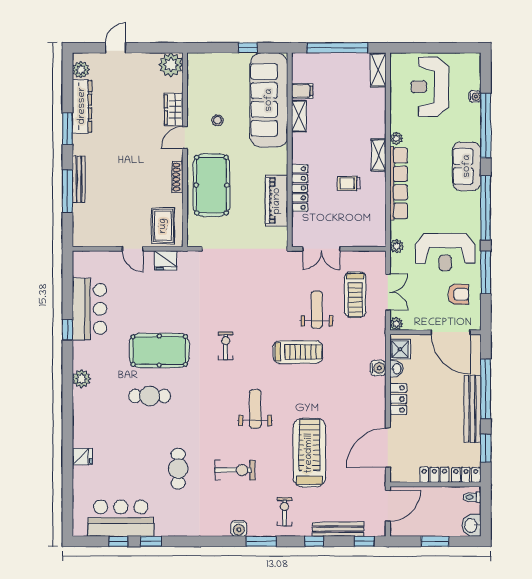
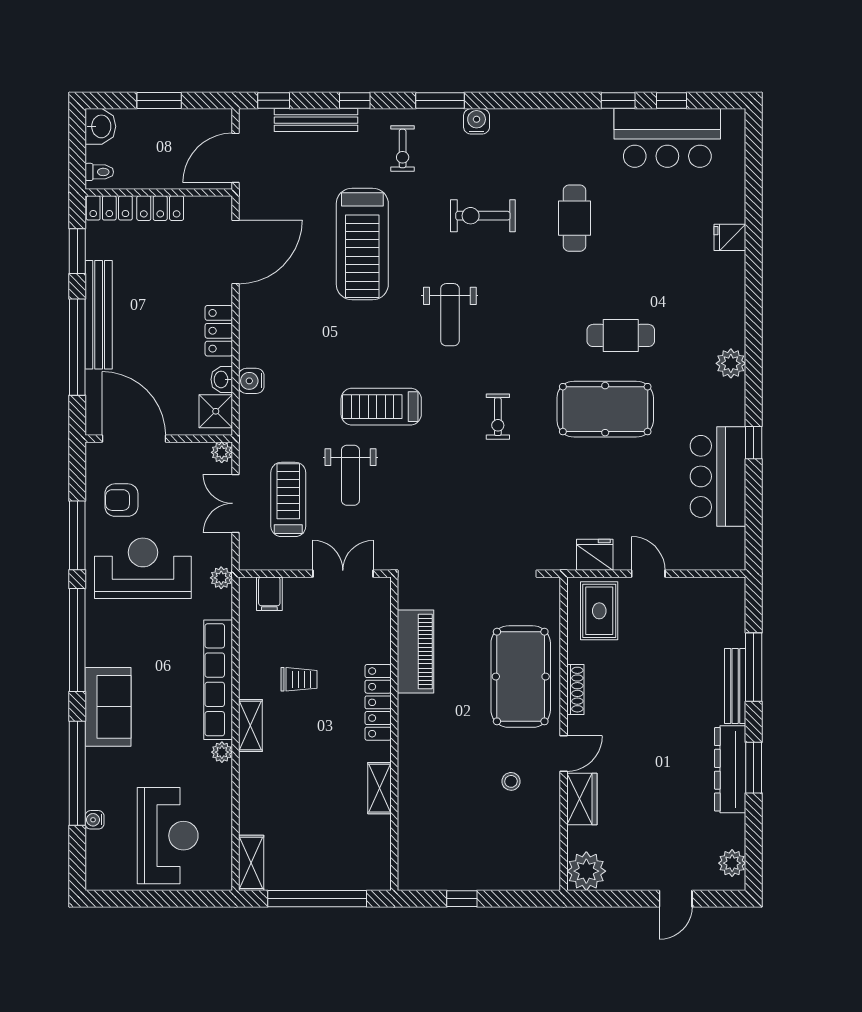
filing cabinet: (302, 91) -> (269, 594), moved, turned -90
sofa: (269, 100) -> (428, 814), removed
dresser: (82, 106) -> (730, 769), moved
locker: (300, 188) -> (378, 702), moved

